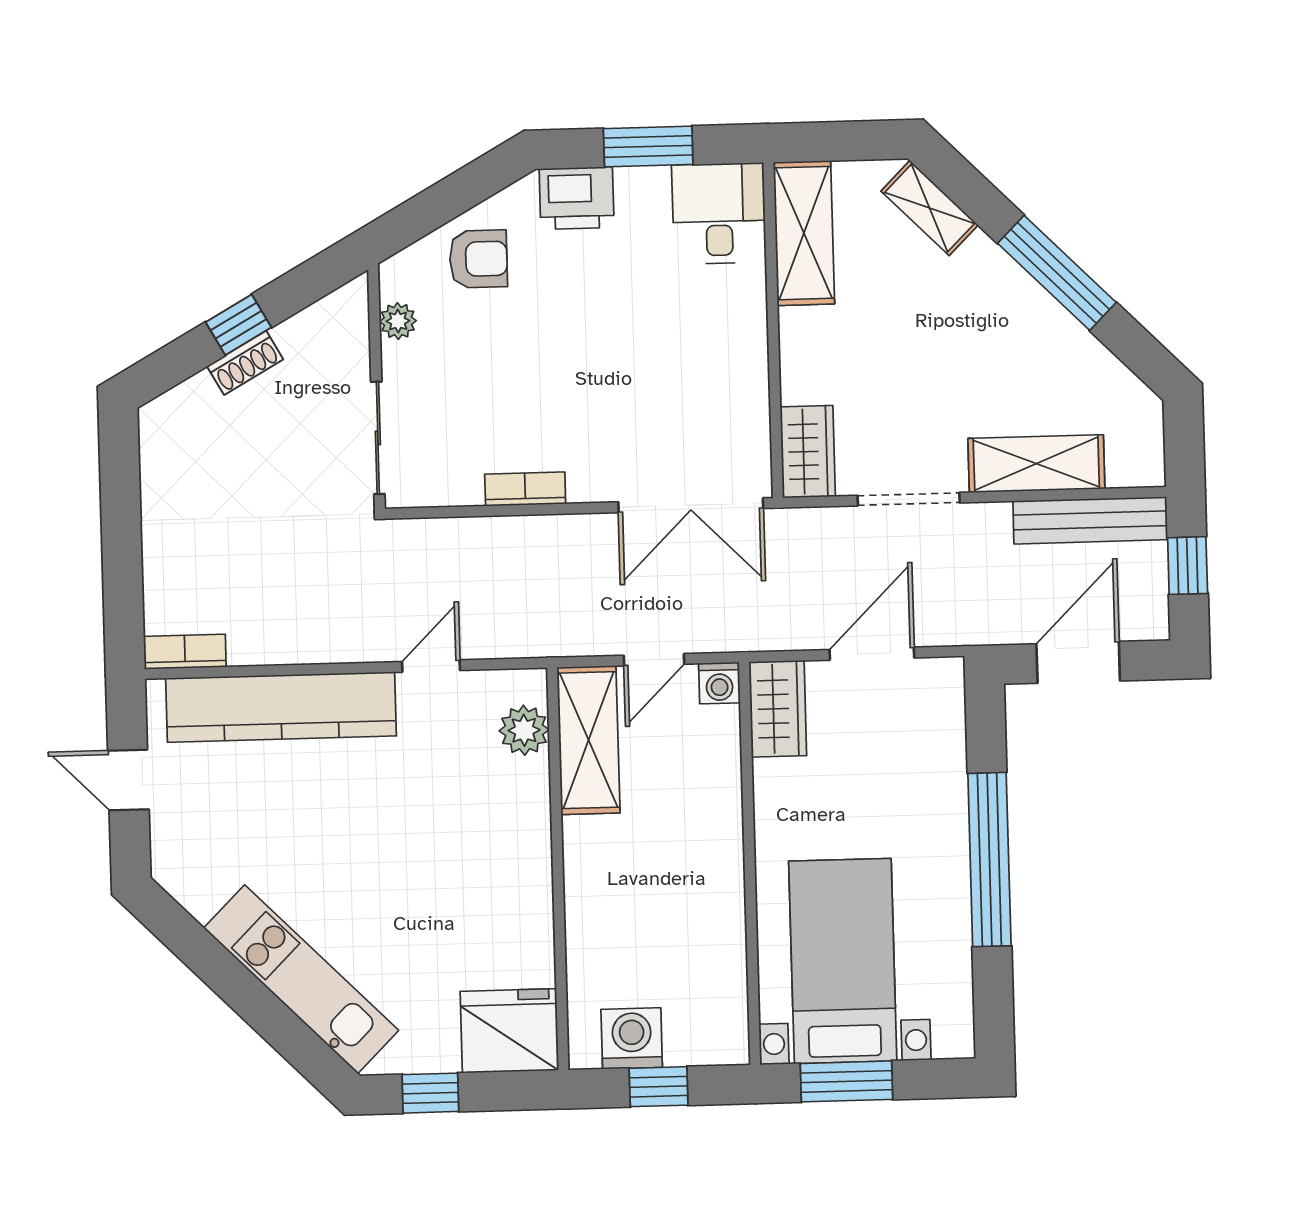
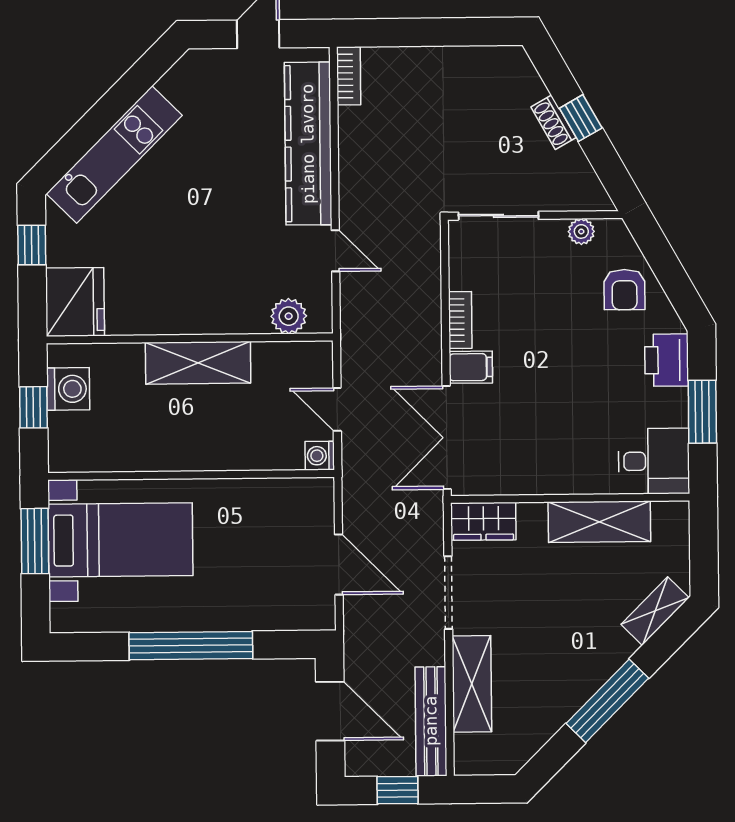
shelving: (804, 233) -> (599, 522), moved
filing cabinet: (591, 473) -> (471, 367), added
wardrobe: (778, 709) -> (301, 497), removed
shelving: (589, 740) -> (198, 363), moved

